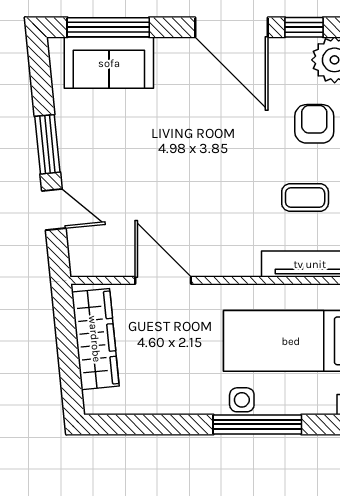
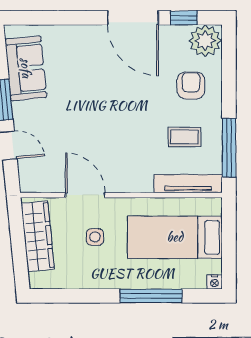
window: (108, 27) -> (47, 18), removed
sofa: (109, 63) -> (26, 68), moved, turned -96
side table: (242, 400) -> (95, 237), moved

